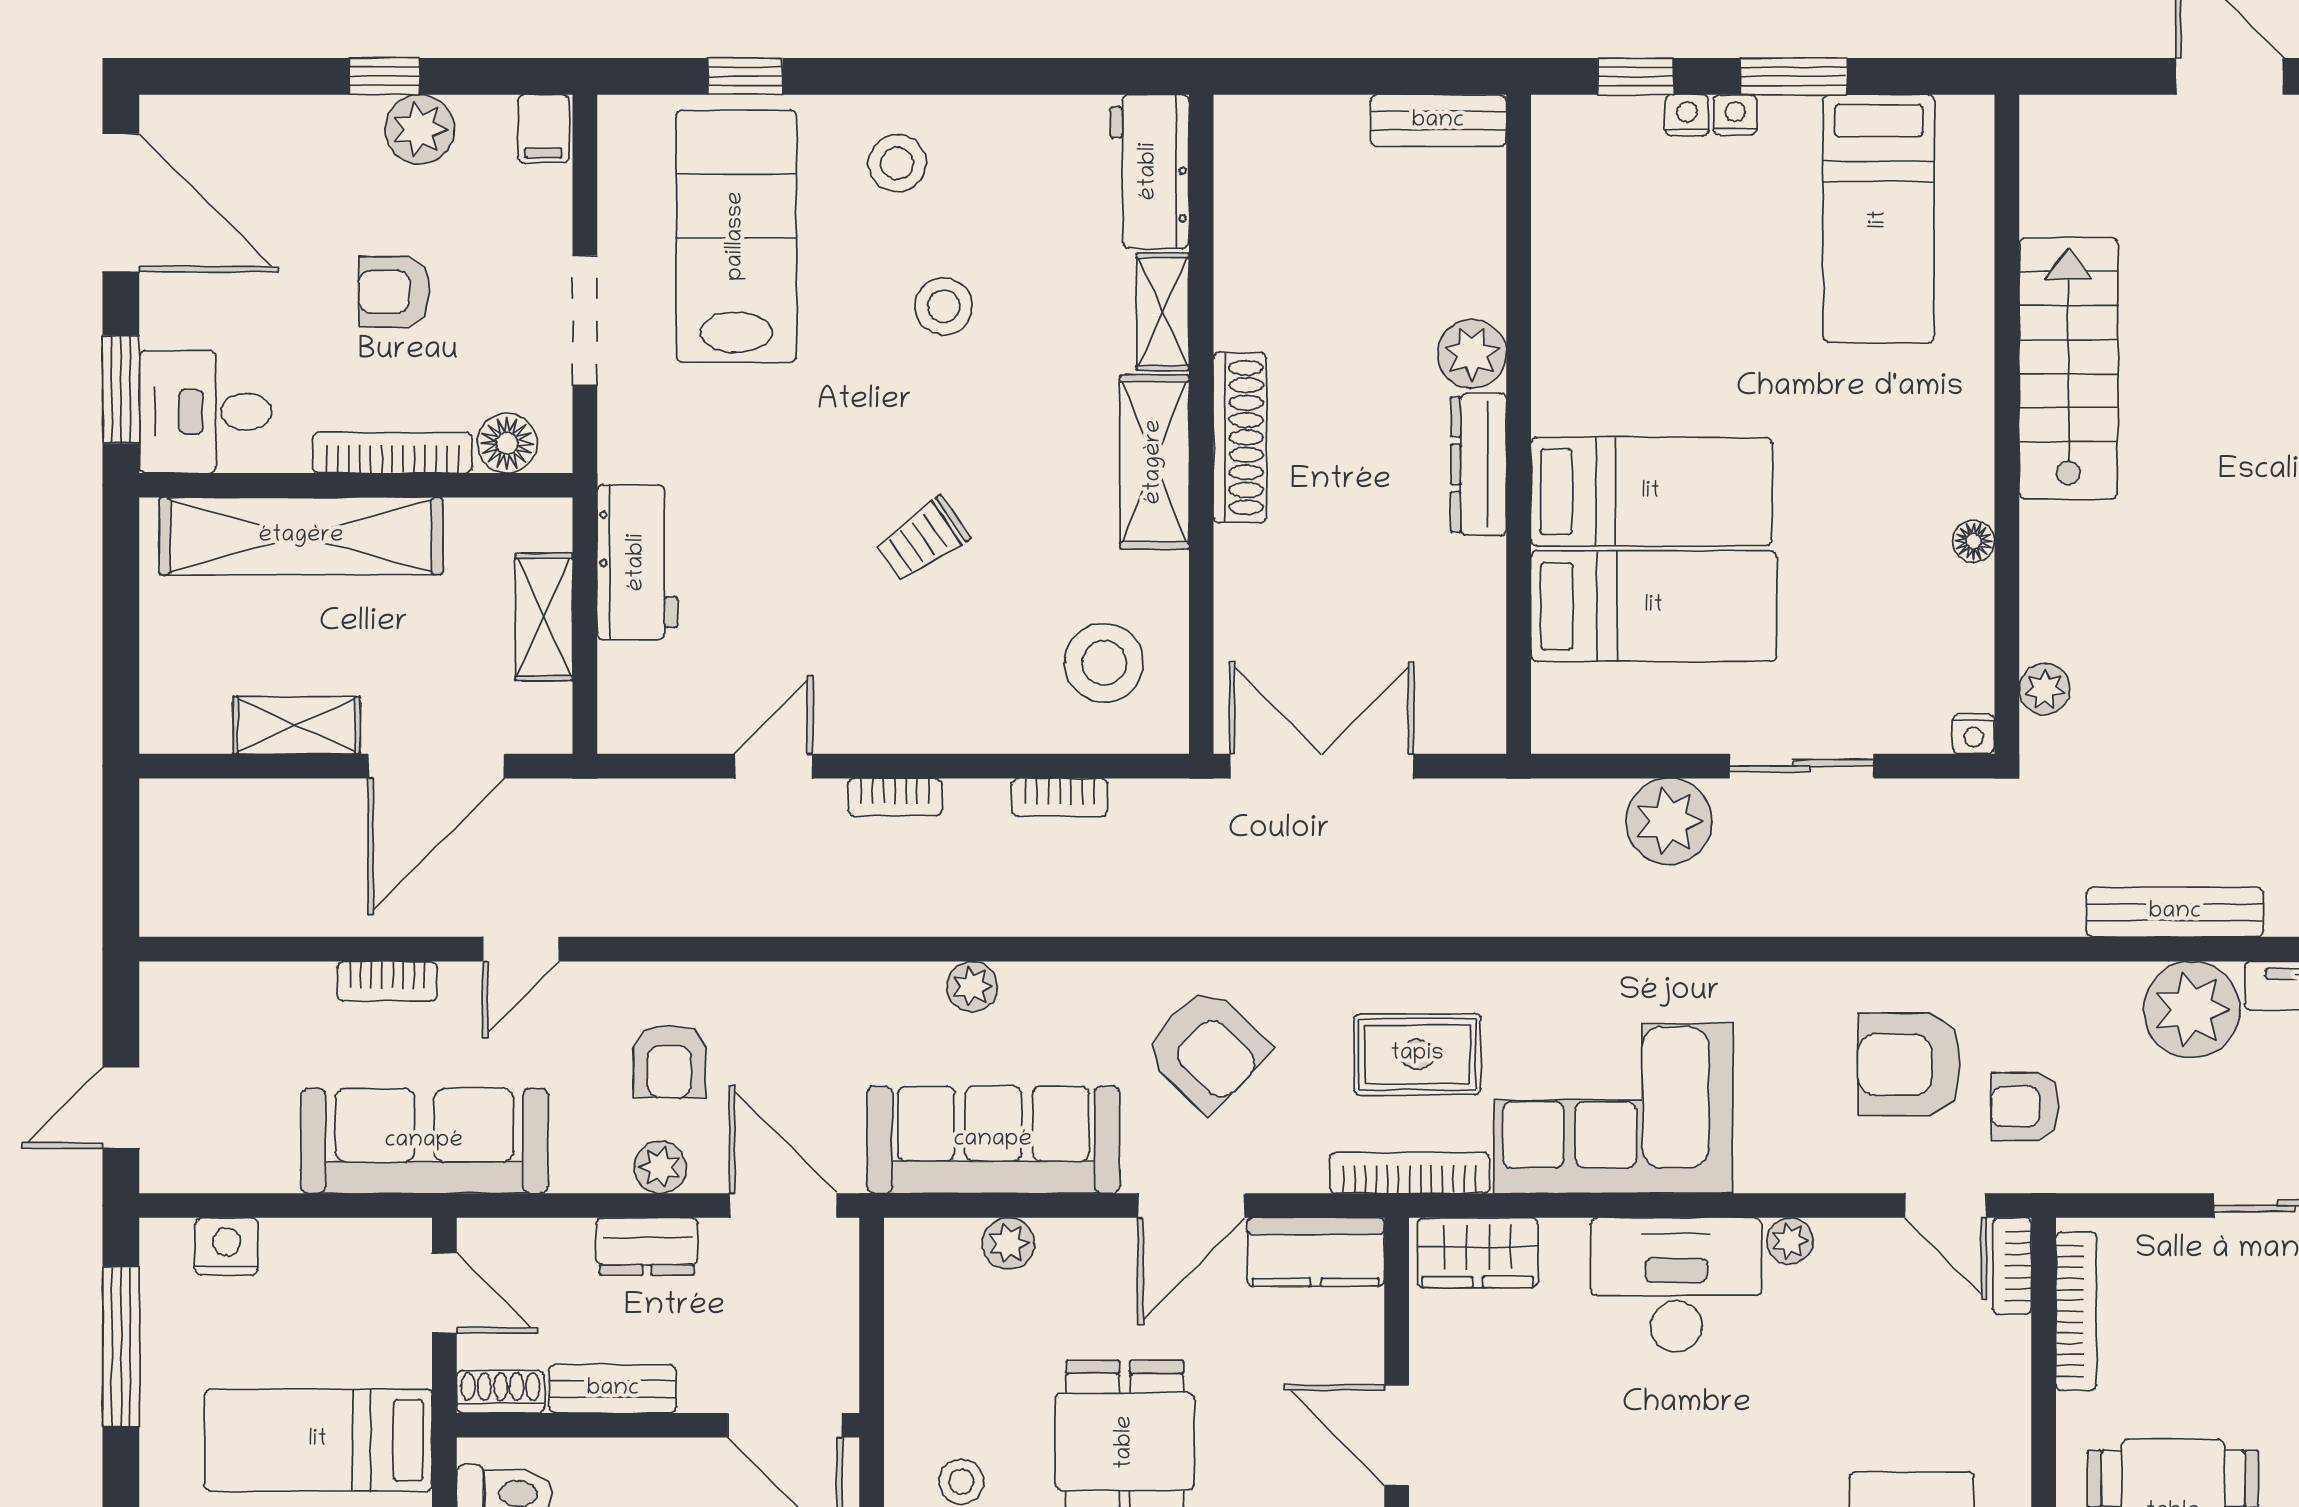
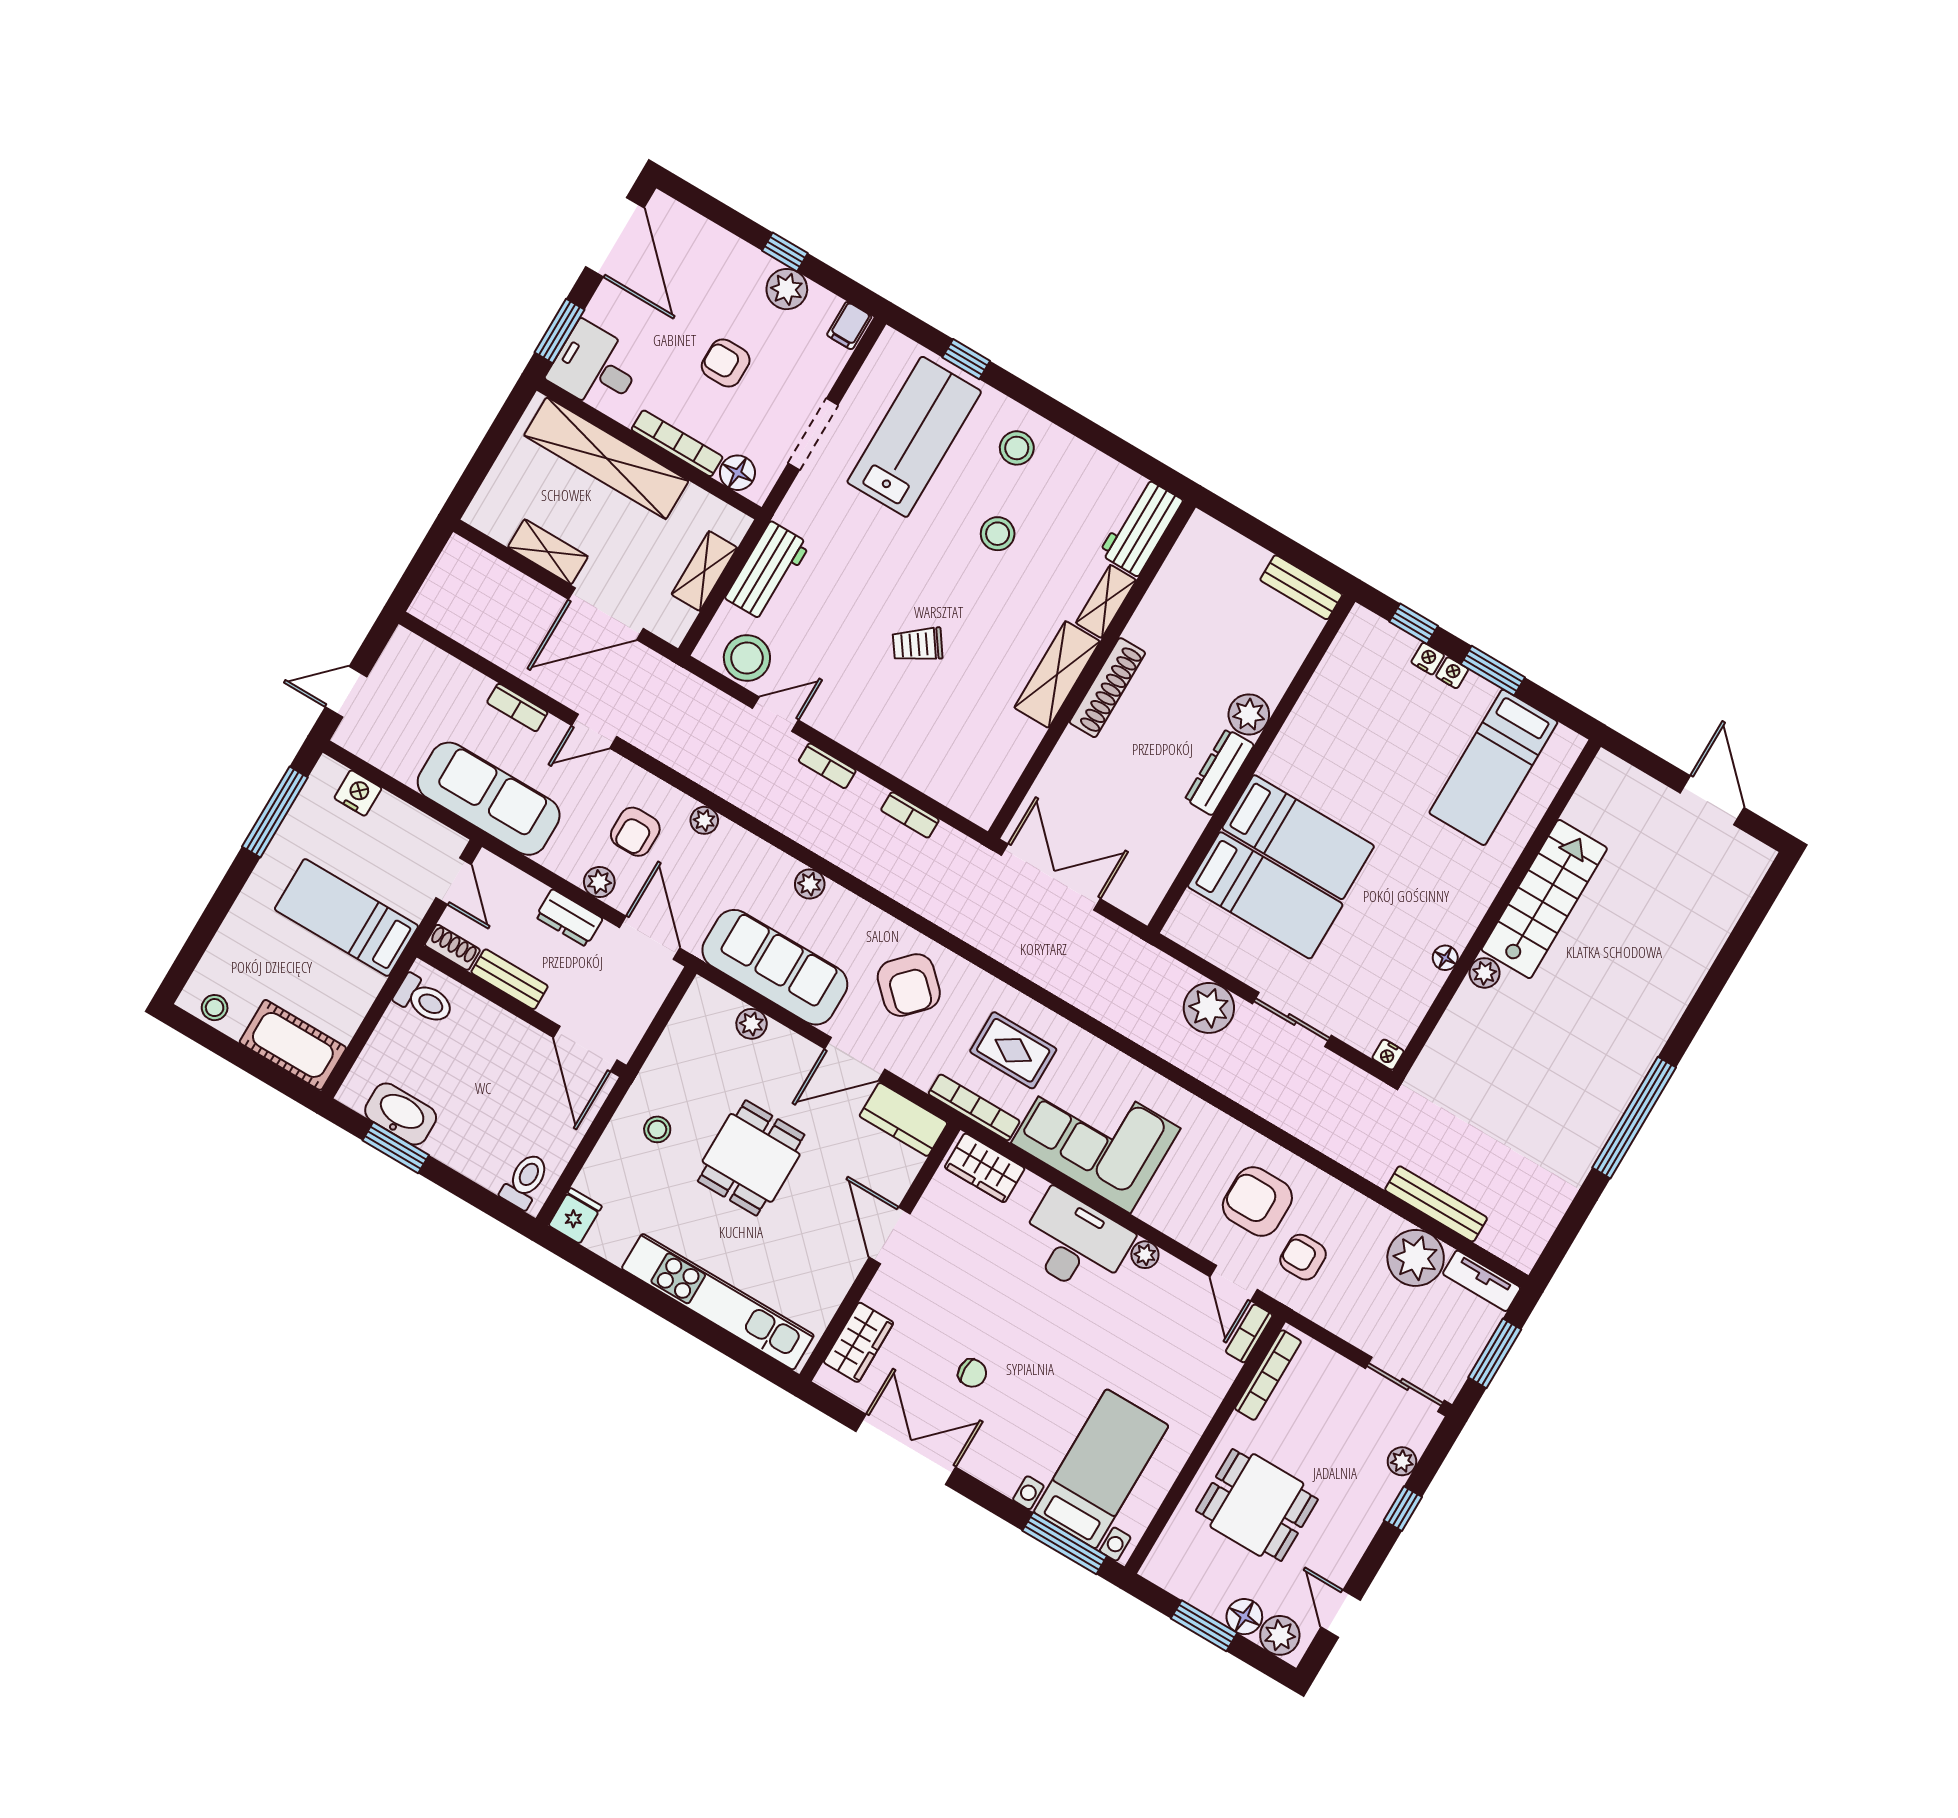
stool: (1104, 663) -> (747, 658), moved
plant: (2045, 689) -> (1484, 973), moved
plant: (761, 985) -> (704, 820), added

